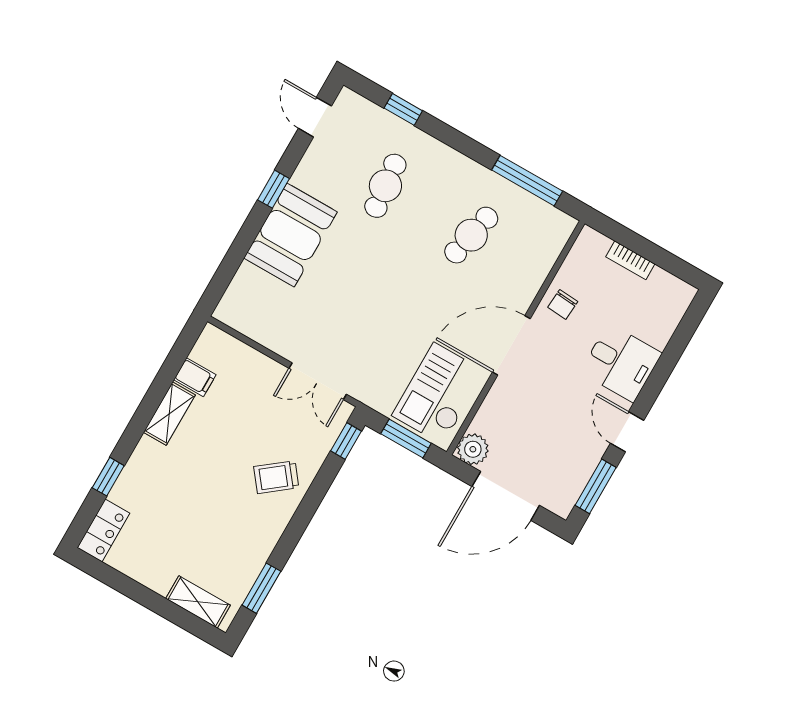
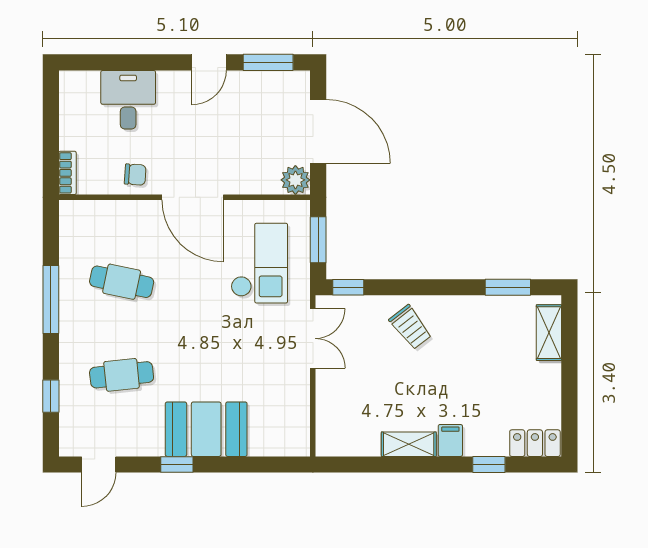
window: (527, 181) -> (51, 300), moved
bookcase: (630, 260) -> (68, 173), moved
desk: (621, 363) -> (128, 100), moved
filing cabinet: (195, 377) -> (450, 440), moved
checkout: (438, 394) -> (259, 263), moved, turned -90

